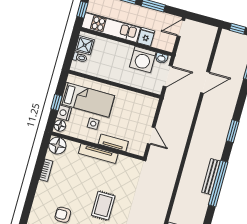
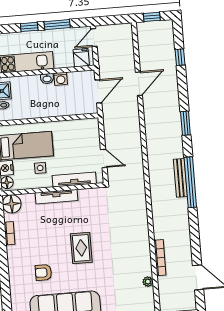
fridge: (146, 37) -> (81, 58), moved
washbasin: (161, 58) -> (47, 79), moved
washing machine: (143, 60) -> (61, 79), width x0.53, depth x0.53
tv unit: (113, 143) -> (74, 179), width x1.41

